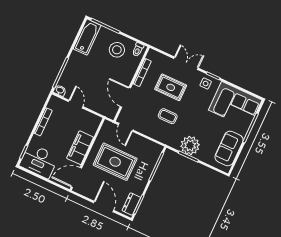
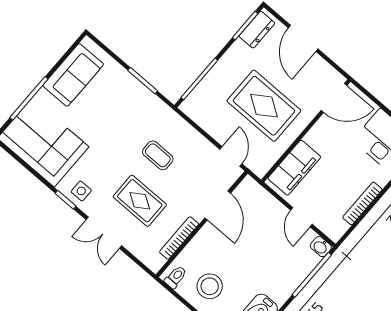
plant: (190, 145) -> (135, 98), removed
filing cabinet: (80, 148) -> (294, 168), moved

